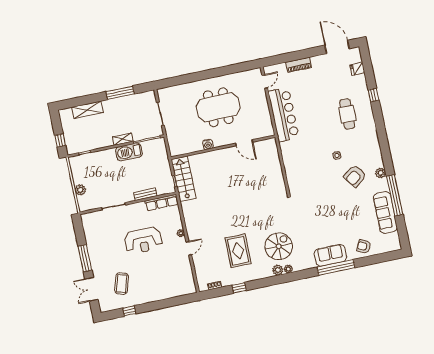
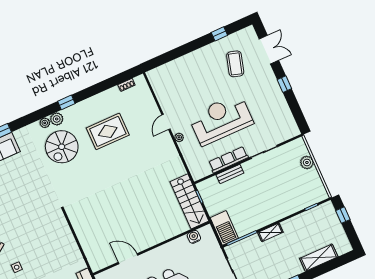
water cooler: (208, 144) -> (194, 237), moved
barbecue: (129, 152) -> (224, 228), moved, turned 90
row of seats: (162, 203) -> (228, 160), moved
reception desk: (143, 240) -> (221, 120), width x1.36, depth x1.30
rug: (238, 251) -> (108, 131), turned 90
window: (85, 258) -> (284, 84), width x0.46
window: (239, 288) -> (66, 102), moved

